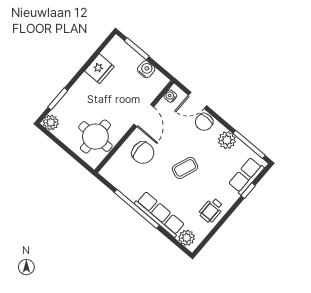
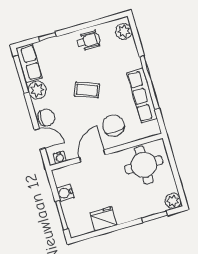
row of seats: (246, 176) -> (29, 63), moved, turned -90
row of seats: (160, 214) -> (142, 96), moved

